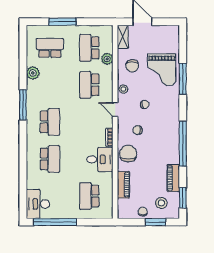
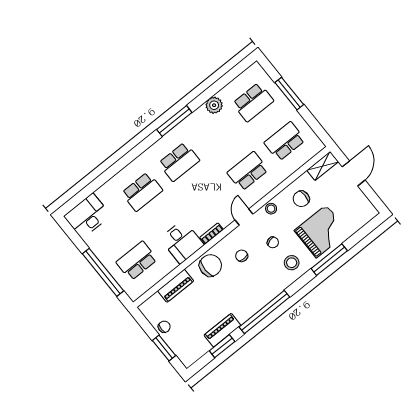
school desk: (50, 48) -> (253, 102), turned 90
plant: (107, 59) -> (288, 168), removed
grand piano: (162, 70) -> (321, 231), turned 180
window: (183, 198) -> (222, 346), moved
stool: (161, 203) -> (292, 263), moved
window: (55, 222) -> (103, 272), moved

